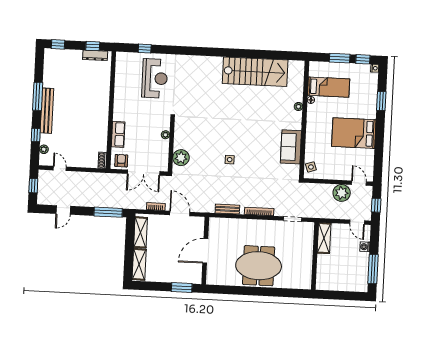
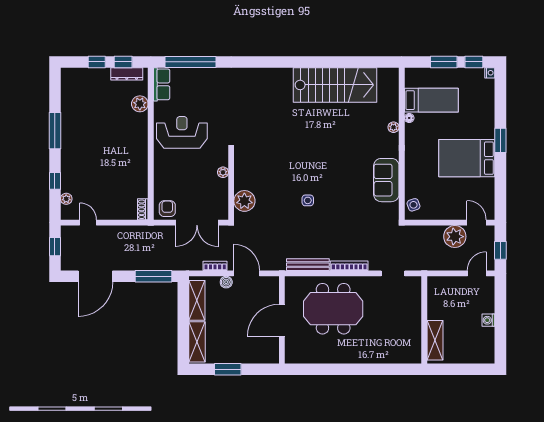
window: (58, 44) -> (97, 62), moved
window: (145, 49) -> (191, 62), width x3.17
reception desk: (155, 78) -> (182, 132), moved, turned -90
plant: (104, 79) -> (140, 104), added
window: (381, 101) -> (500, 140), moved
bench: (47, 111) -> (68, 149), removed
row of seats: (118, 134) -> (162, 84), moved
bench: (227, 209) -> (308, 265), width x1.36
door: (63, 210) -> (95, 276), width x1.87
boiler: (164, 219) -> (226, 282), added
door: (357, 222) -> (477, 273), swing flipped
shelving: (324, 238) -> (435, 340), moved
washing machine: (365, 247) -> (488, 320), moved
meeting table: (259, 266) -> (333, 309), moved
window: (373, 269) -> (500, 333), removed
window: (182, 288) -> (228, 369), moved

